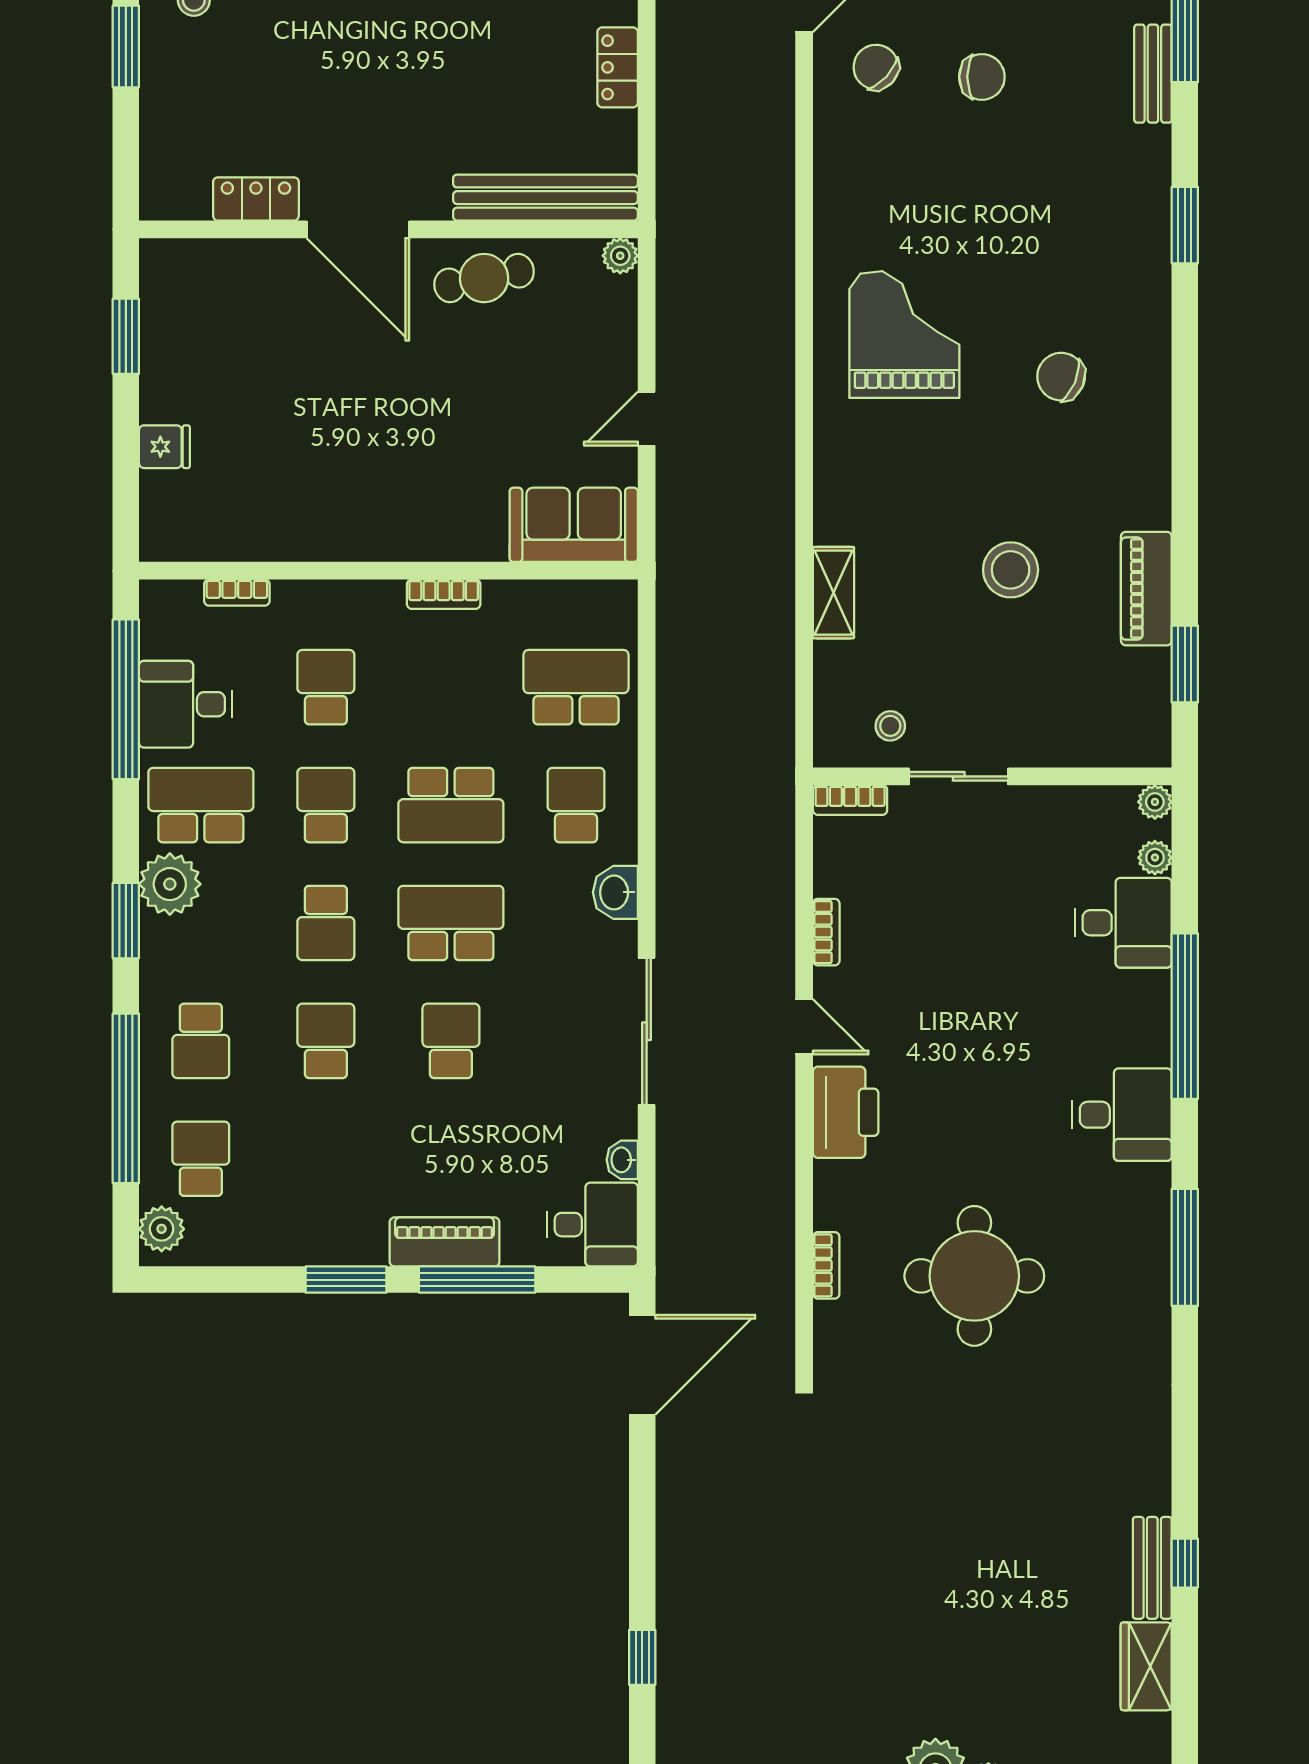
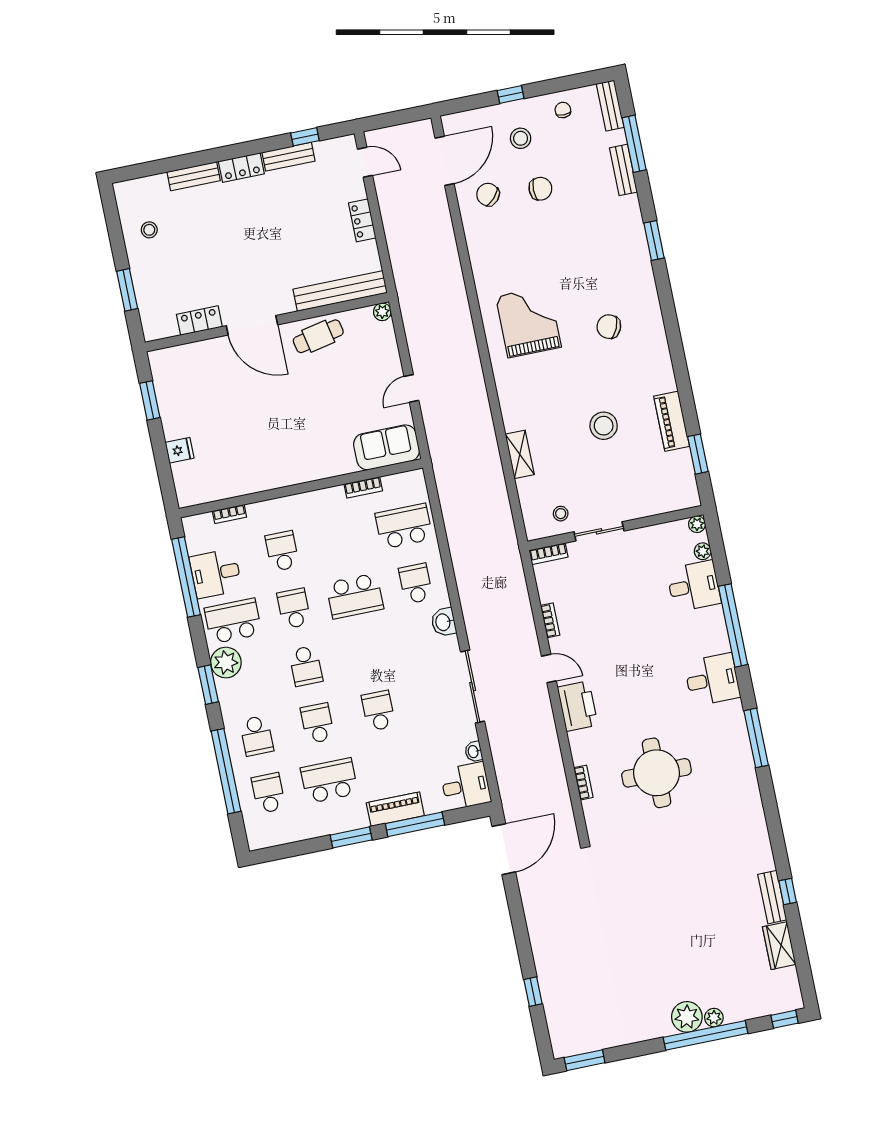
window: (126, 46) -> (127, 290), moved
bookcase: (444, 594) -> (363, 487), moved
school desk: (451, 923) -> (329, 781), moved
plant: (162, 1229) -> (256, 831), removed

